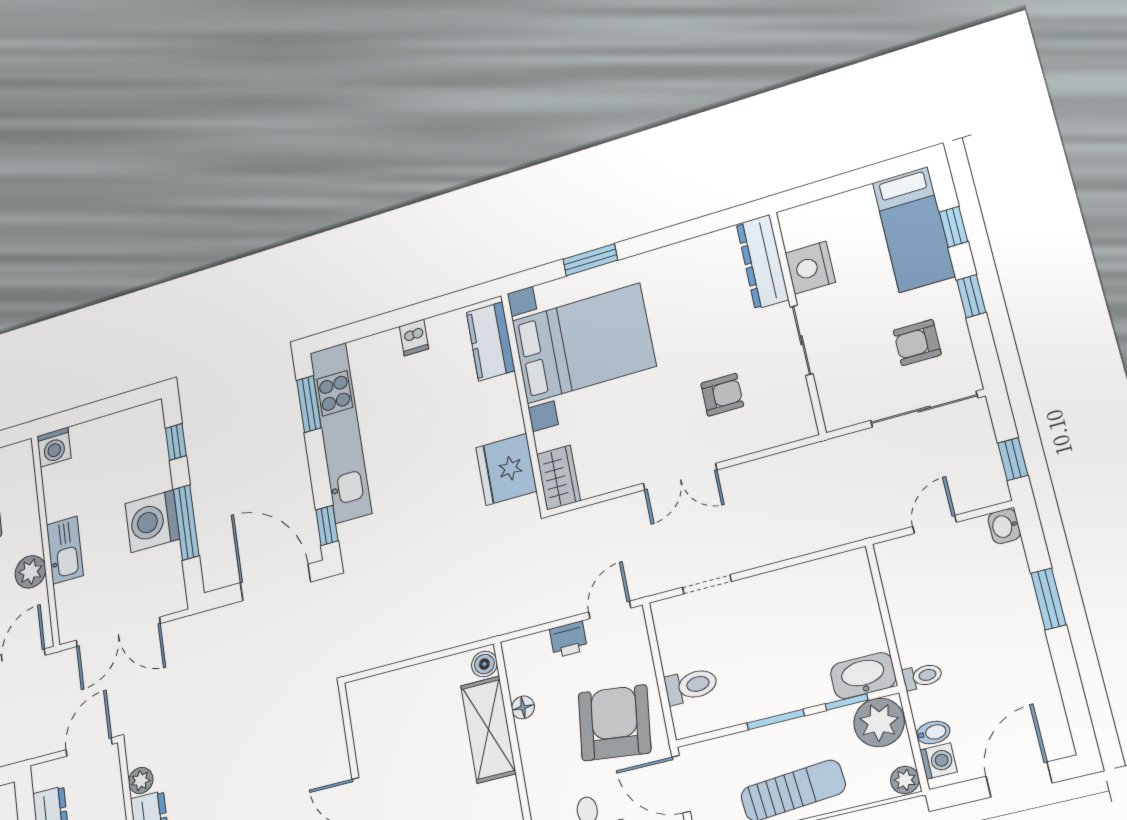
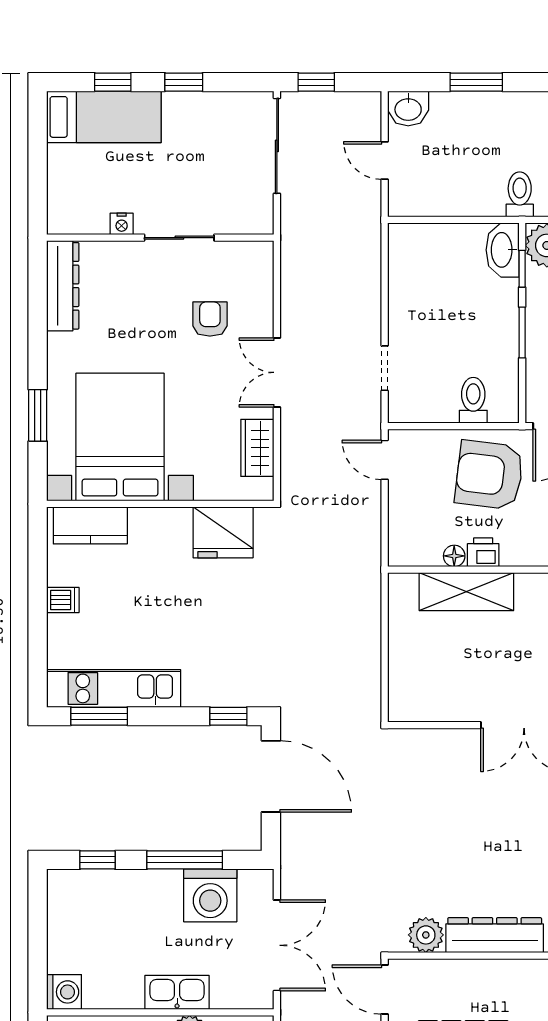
dresser: (762, 262) -> (63, 286), moved, turned -90
nightstand: (810, 268) -> (122, 224), width x0.53, depth x0.56
armchair: (917, 342) -> (213, 138), removed
kitchen unit: (341, 432) -> (114, 688), width x0.73
window: (1013, 459) -> (316, 82), moved
double door: (680, 477) -> (277, 372), swing flipped
wardrobe: (559, 478) -> (257, 448), moved, turned -90
washing machine: (152, 521) -> (210, 895), moved
washbasin: (1004, 526) -> (408, 109), width x1.38, depth x1.45
door: (275, 582) -> (271, 776), swing flipped
printer: (568, 639) -> (483, 552), moved, turned -90
boiler: (484, 664) -> (404, 585), removed
toilet: (922, 676) -> (520, 194), width x1.37, depth x1.39
plant: (141, 780) -> (426, 935), width x1.38, depth x1.38

